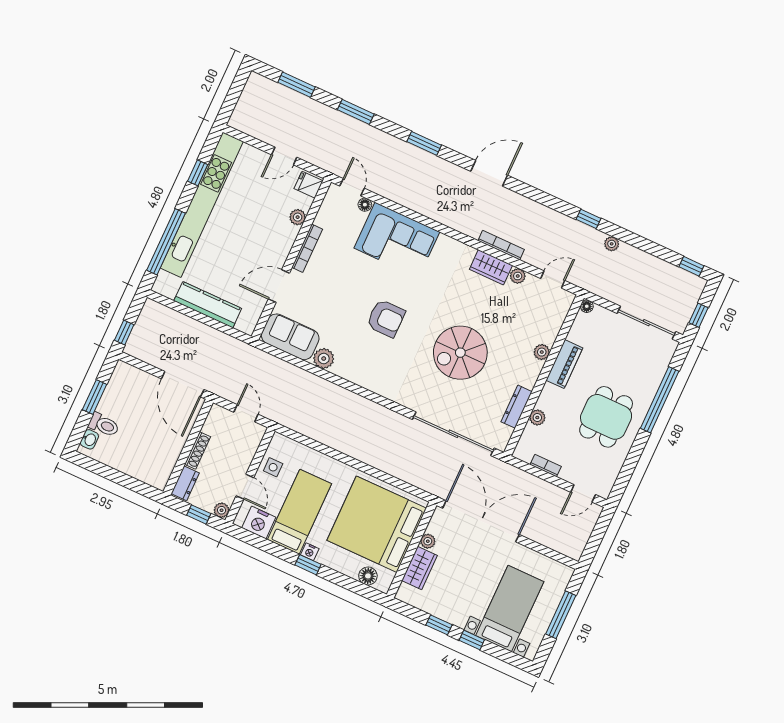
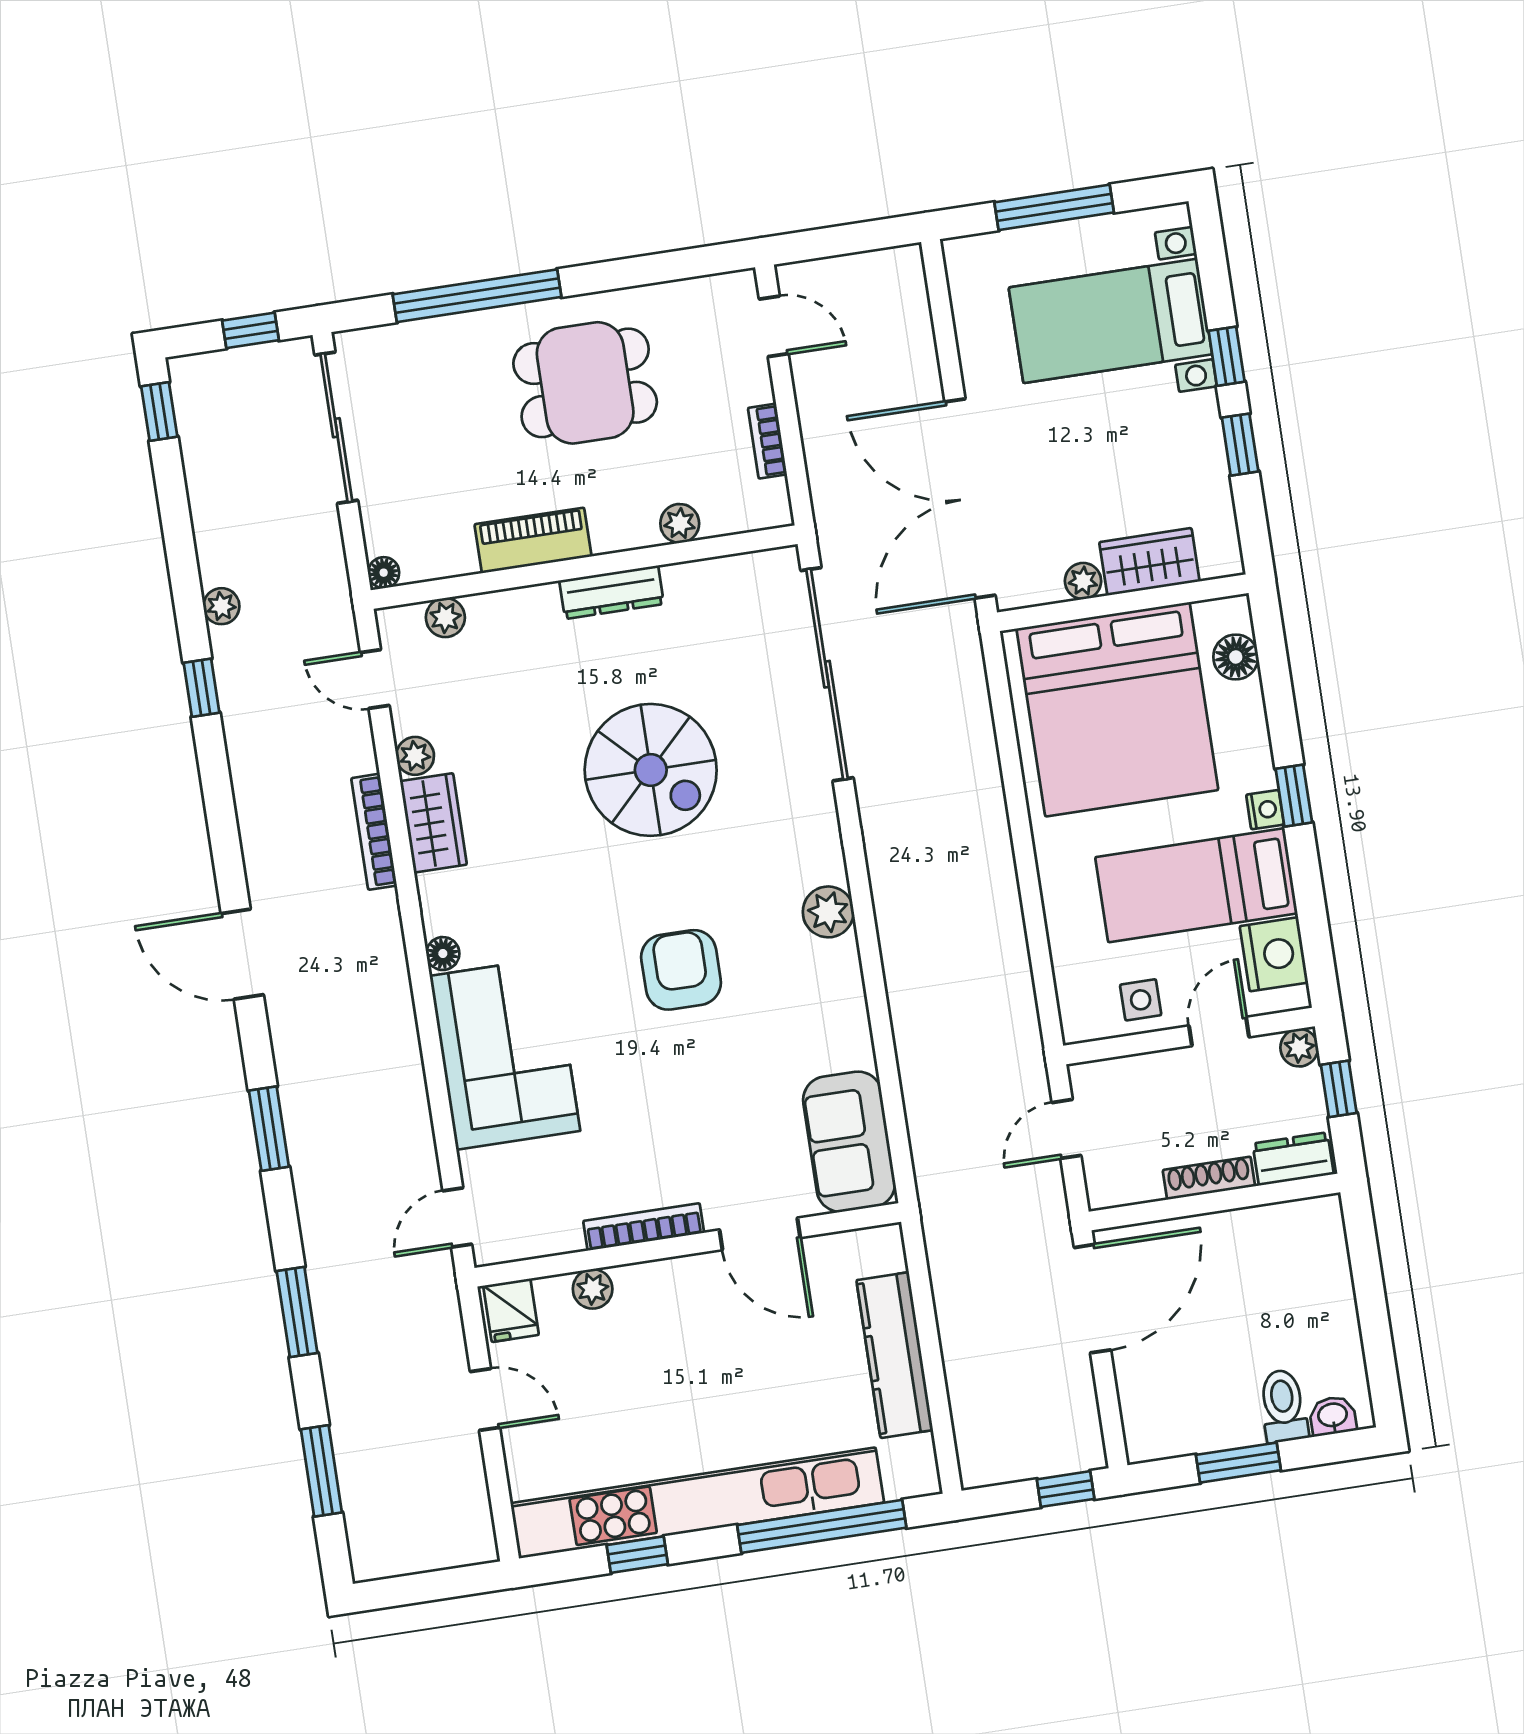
floor lamp: (365, 205) -> (443, 954), moved
plant: (542, 352) -> (445, 618), moved
plant: (324, 359) -> (828, 912), moved
dresser: (517, 407) -> (611, 592), moved

